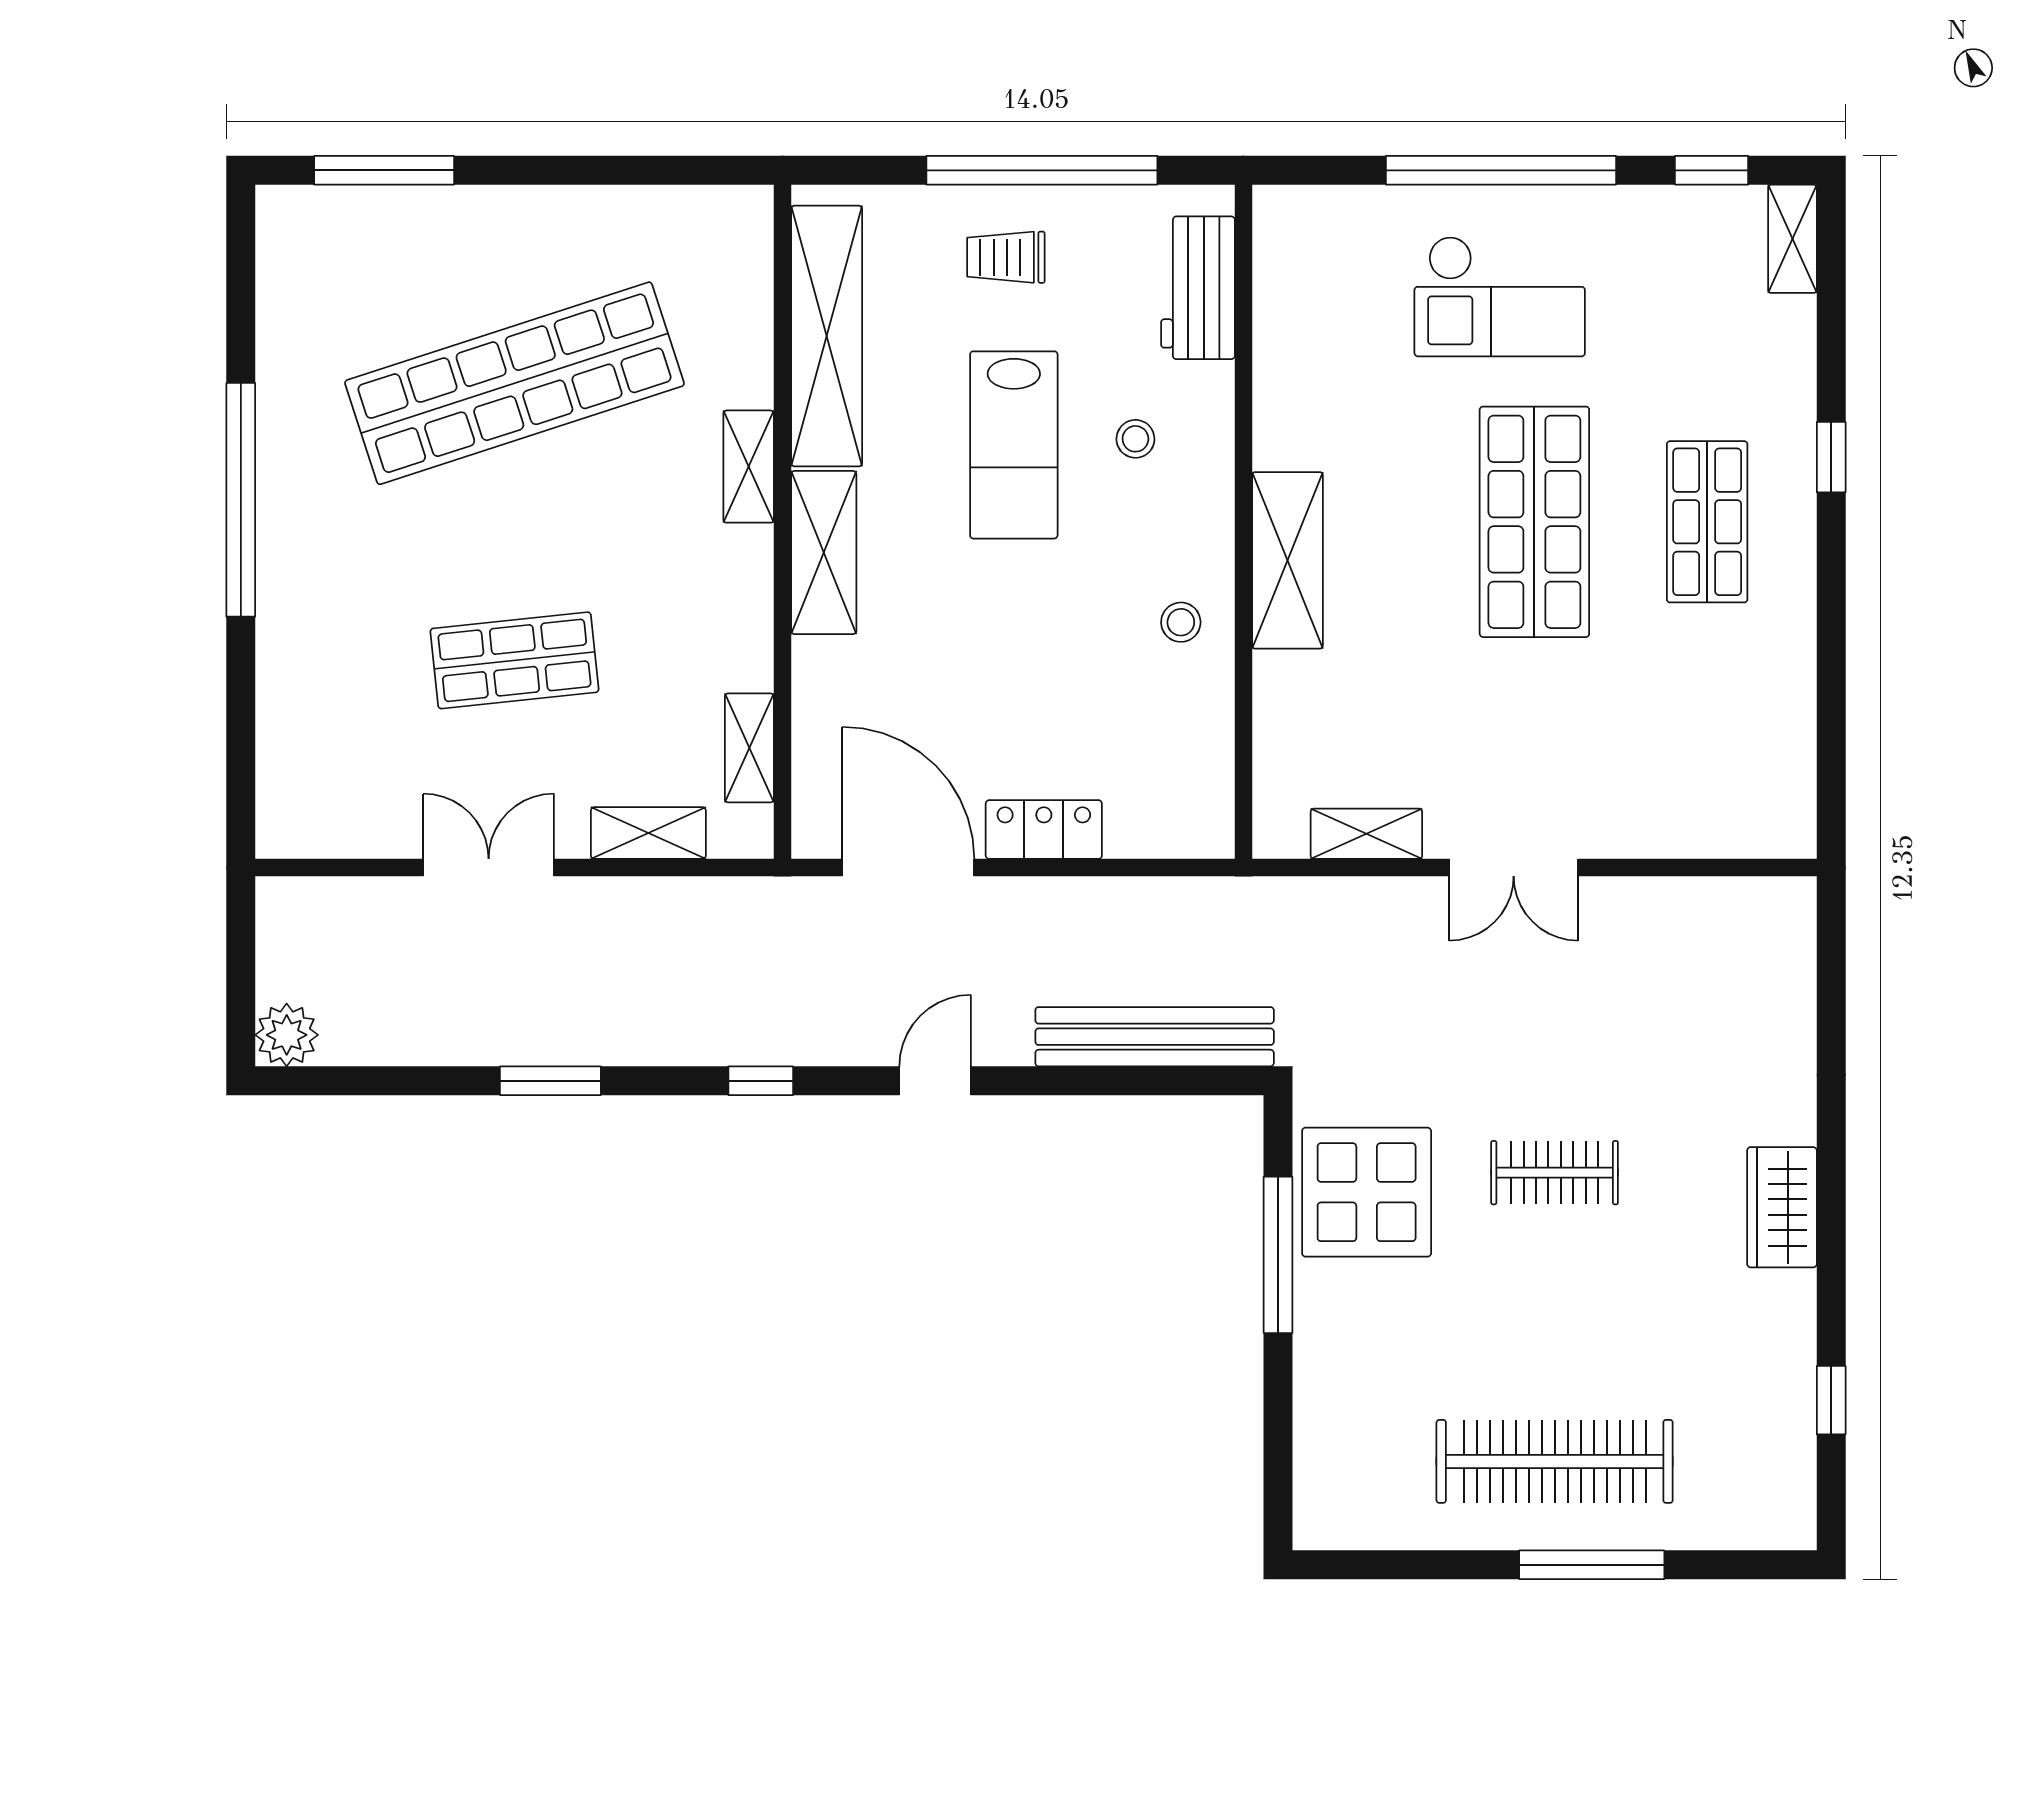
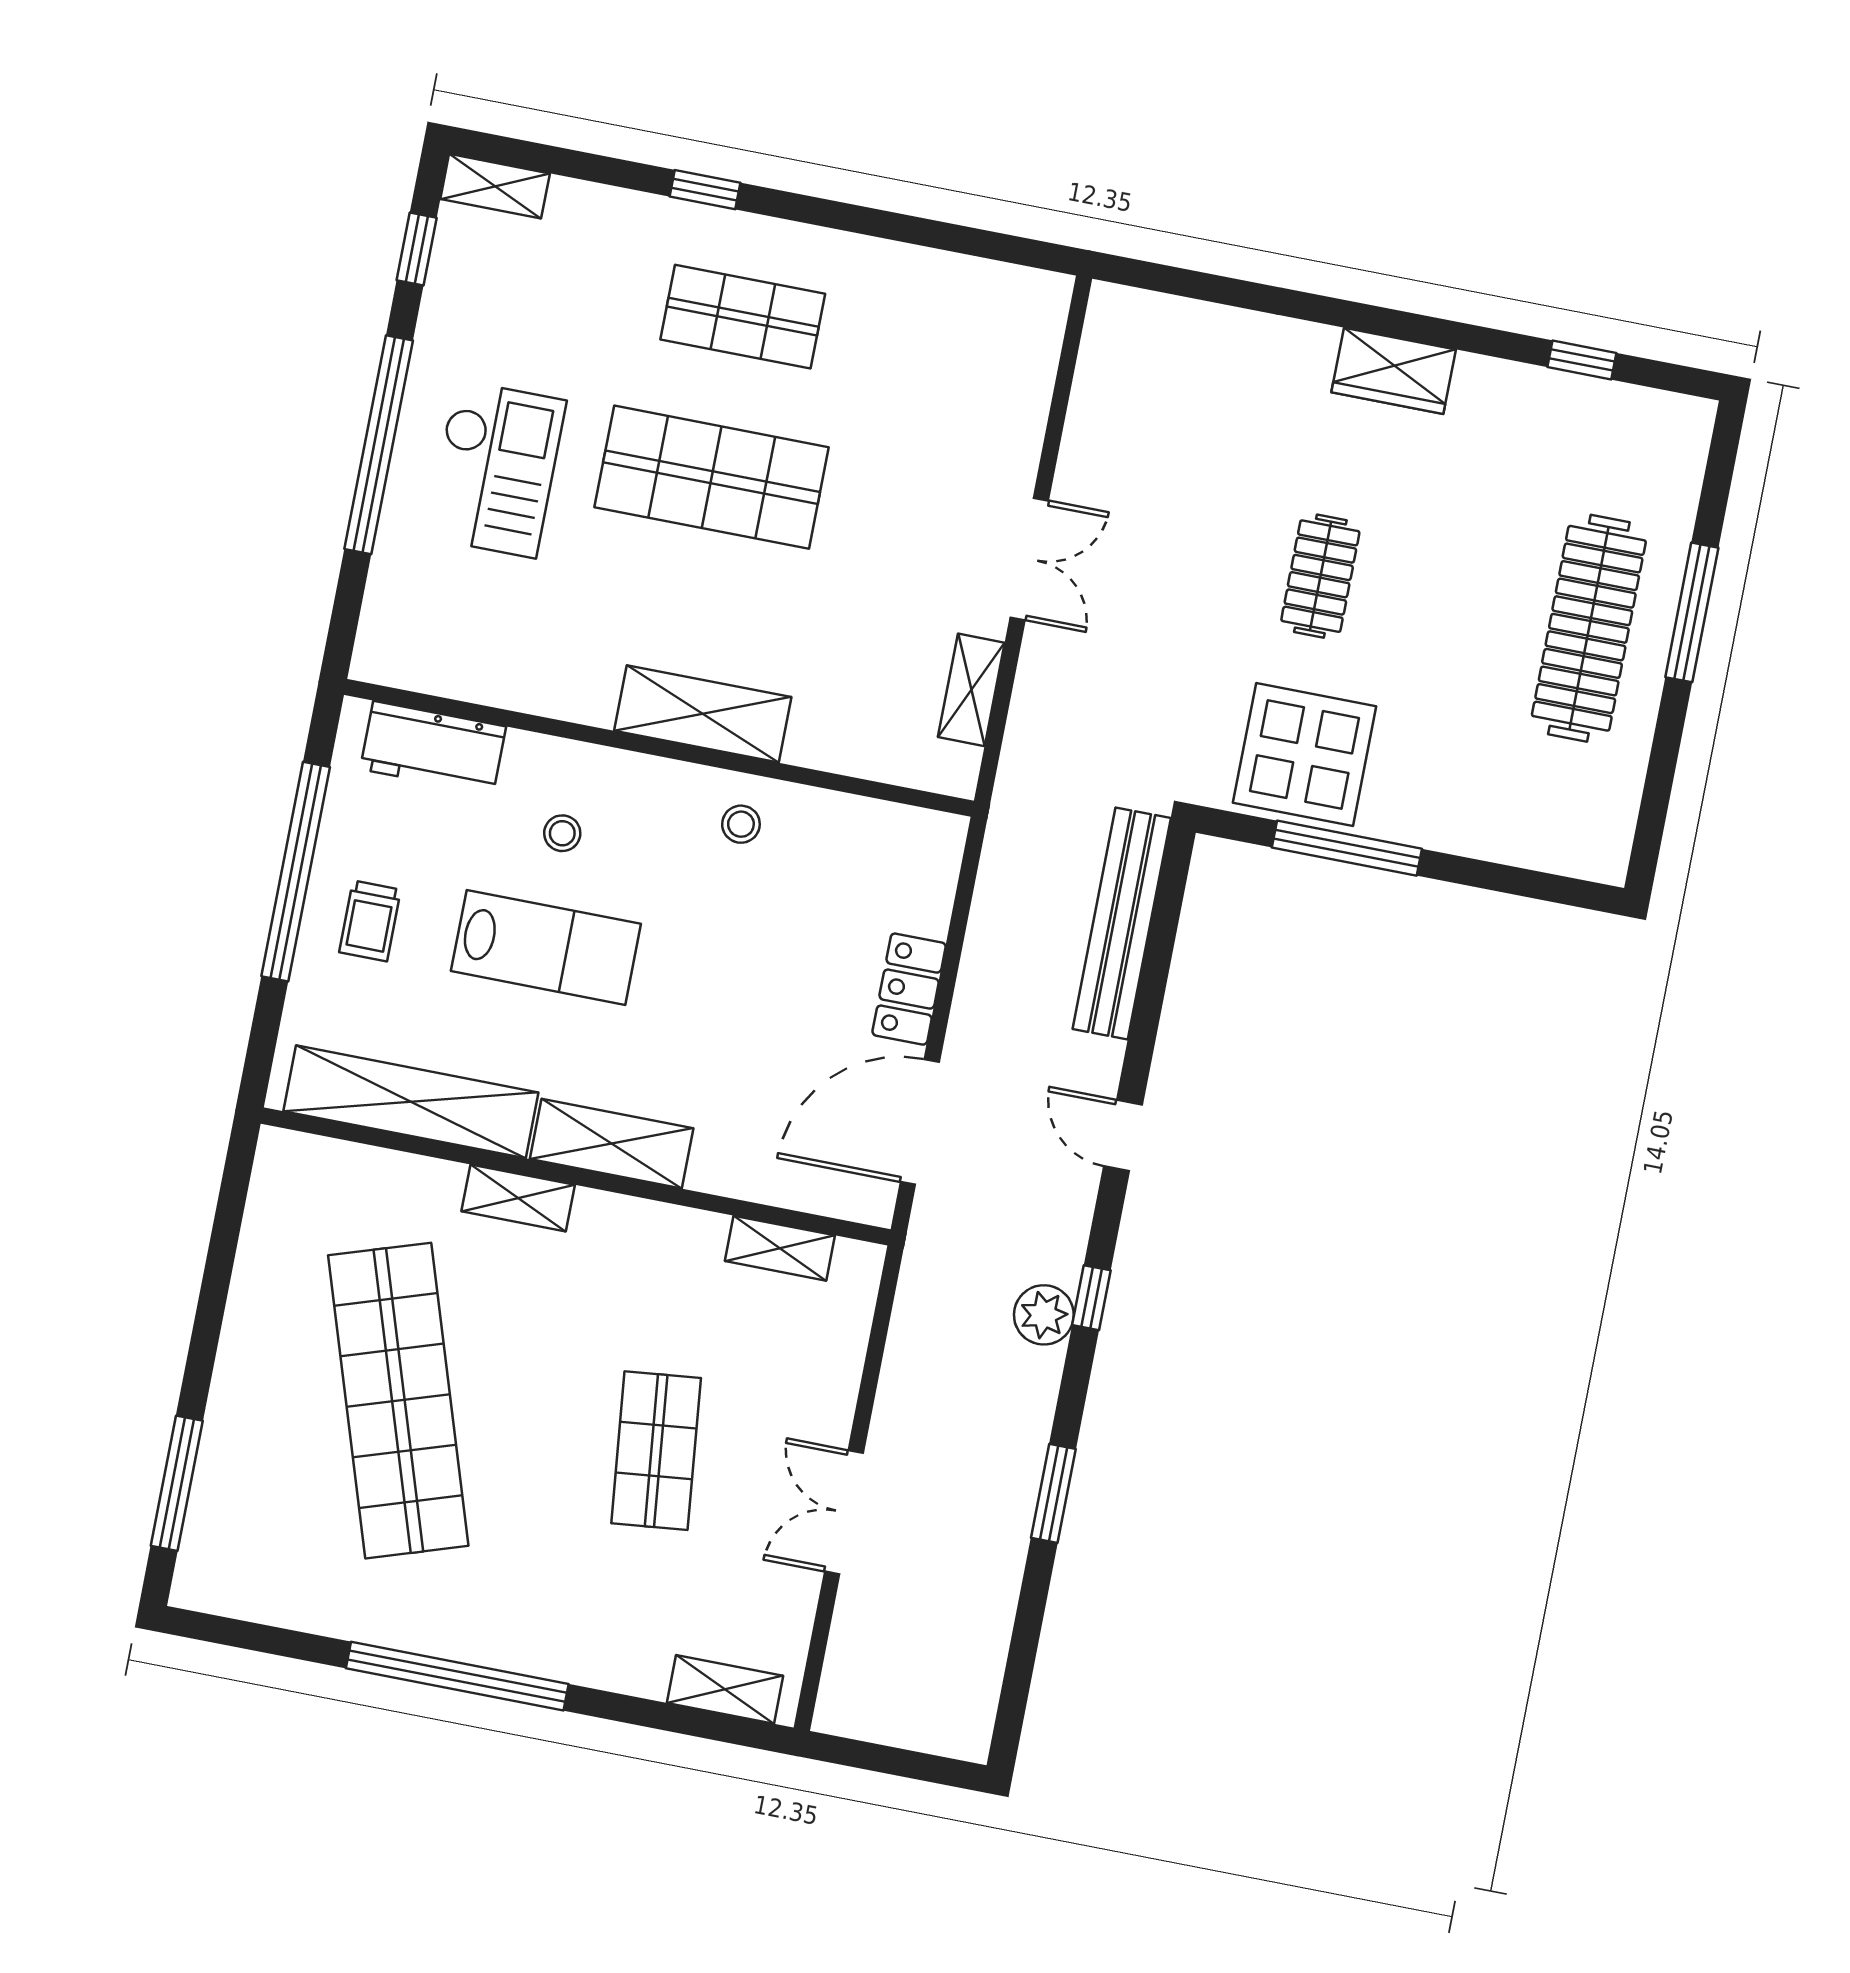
shelving: (648, 833) -> (725, 1689), moved, turned 90
plant: (287, 1035) -> (1044, 1315), moved

